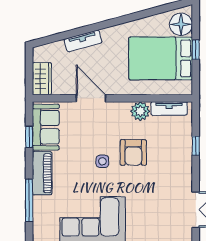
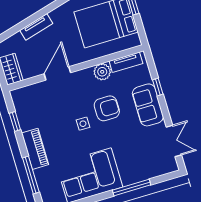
door: (91, 98) -> (57, 73), hinge flipped
sofa: (46, 127) -> (148, 105), moved, turned 180
armchair: (133, 152) -> (107, 108), turned -90

